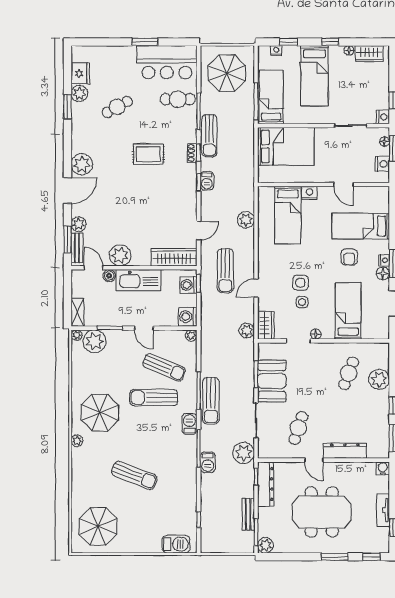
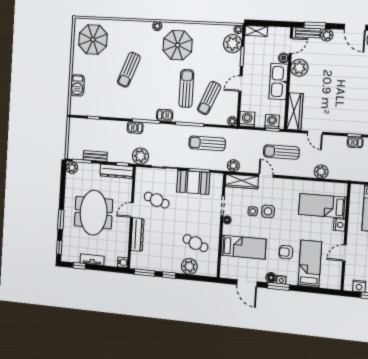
wardrobe: (266, 325) -> (242, 181), width x1.50
sun lounger: (211, 401) -> (207, 143), moved
barbecue: (176, 544) -> (77, 85), moved

